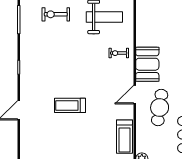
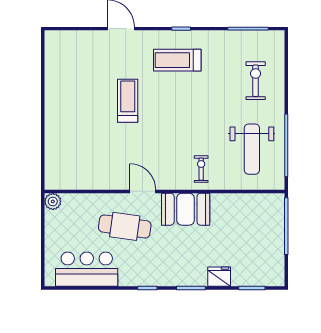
treadmill: (124, 137) -> (177, 60), moved

